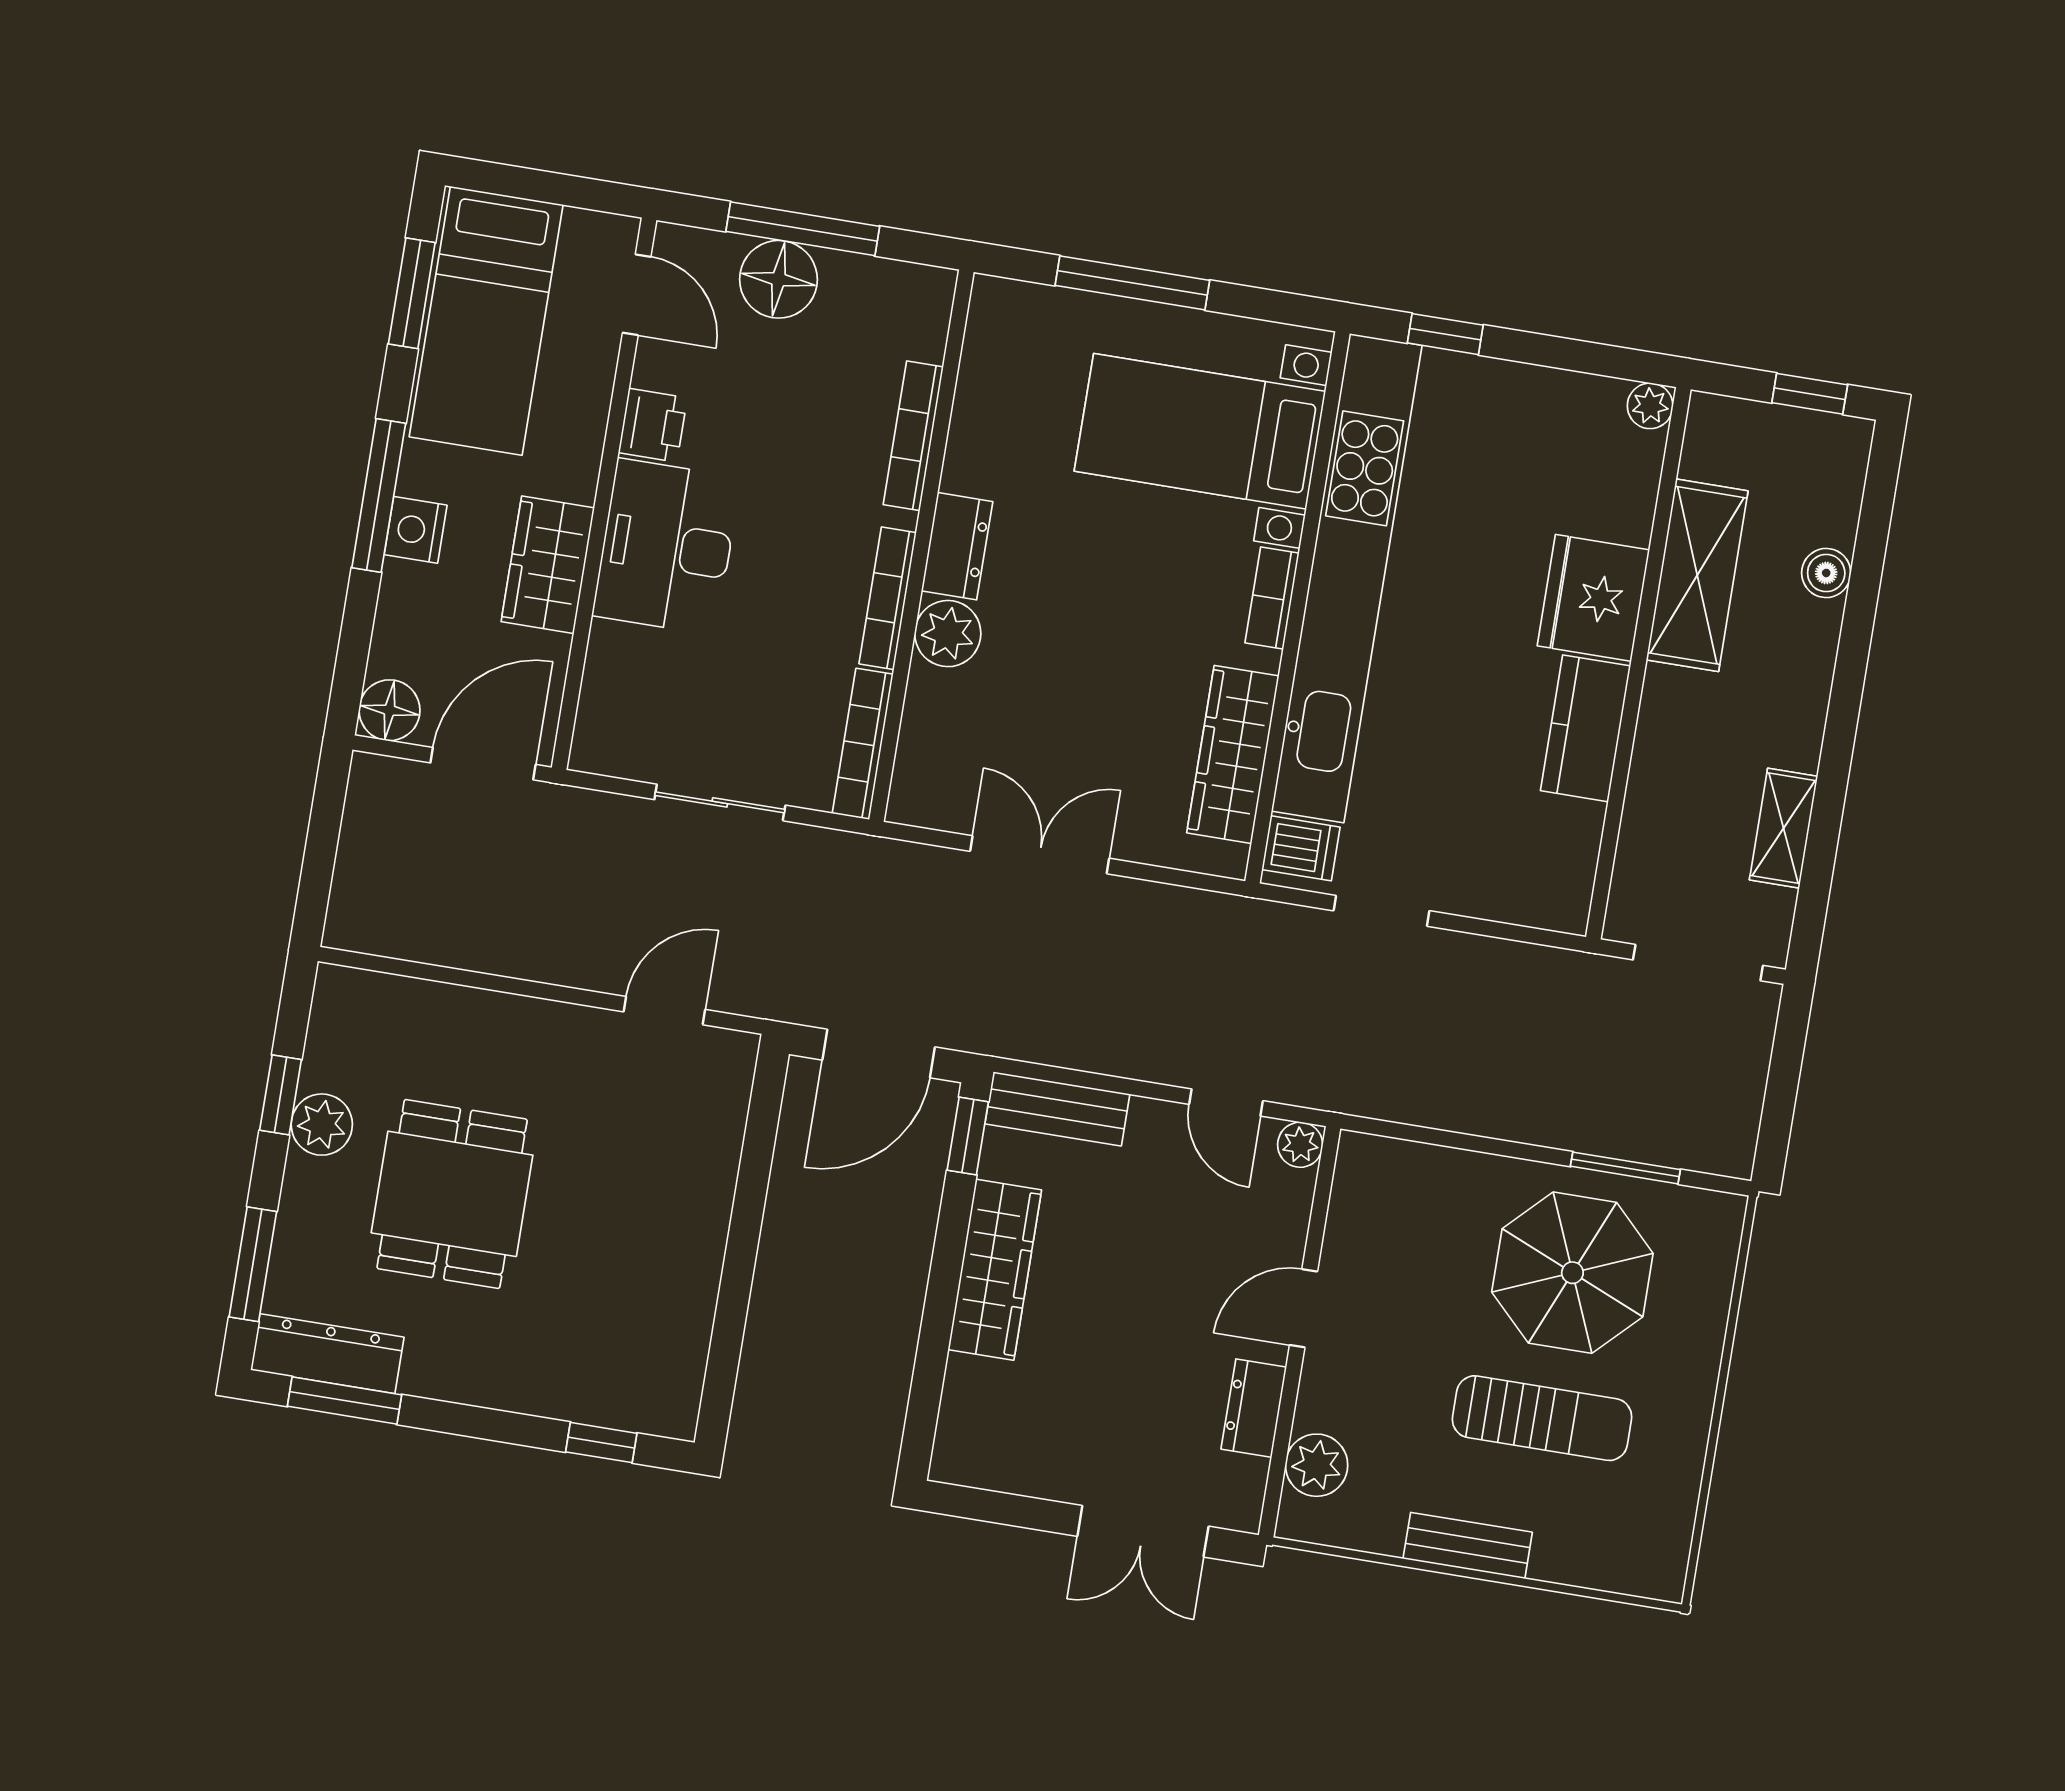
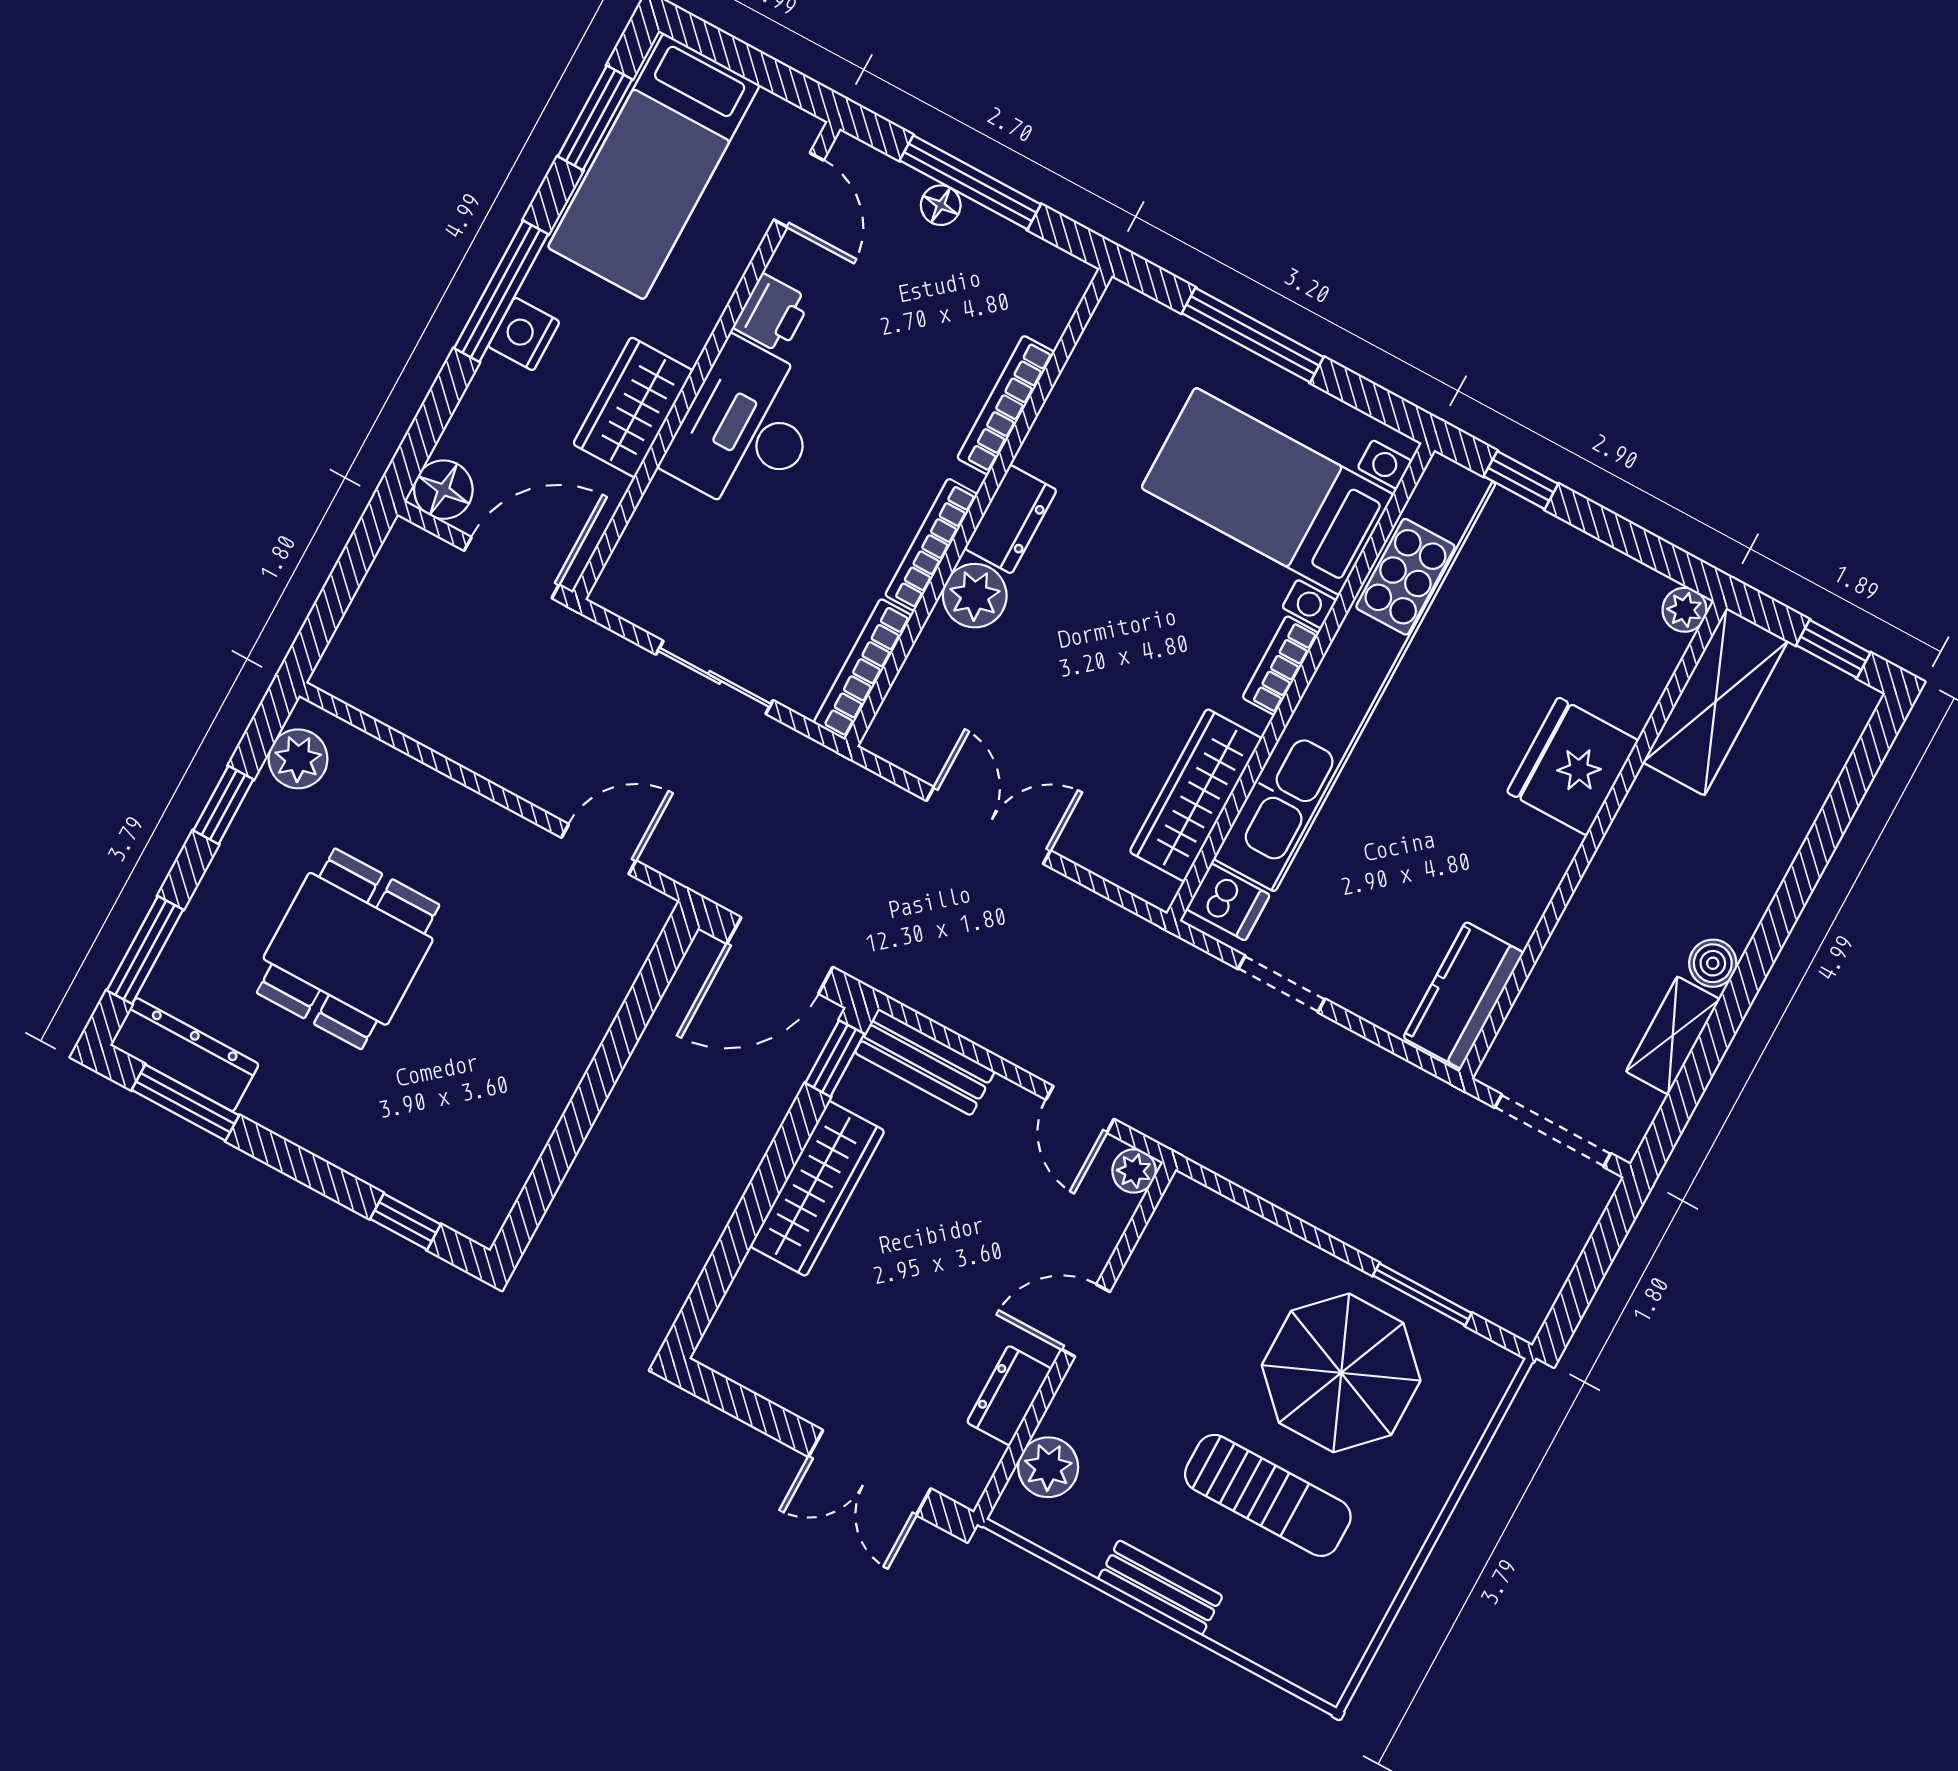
floor lamp: (778, 279) -> (941, 205), width x0.53, depth x0.53
boiler: (1826, 573) -> (1713, 963), moved
shelving: (1697, 575) -> (1715, 702), moved
kitchen counter: (1586, 728) -> (1463, 995), moved
plant: (322, 1125) -> (298, 759), moved

